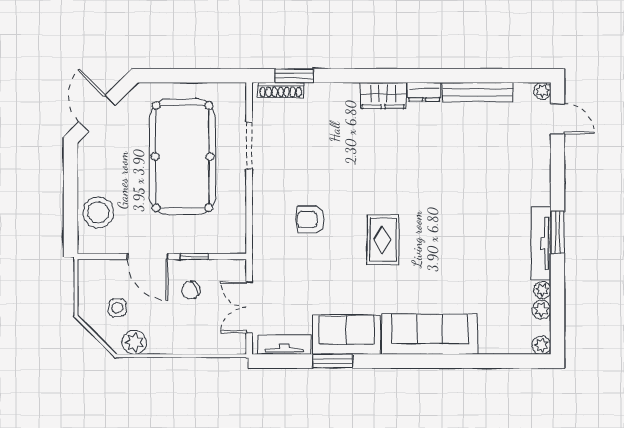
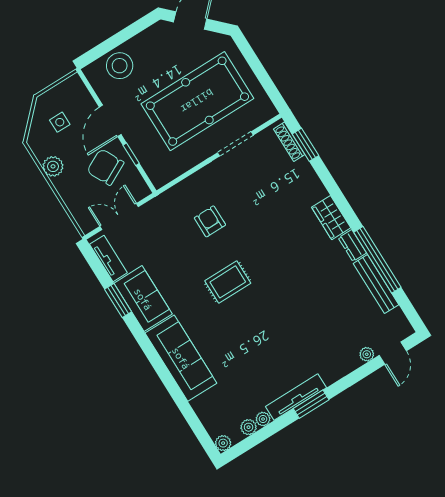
window: (454, 76) -> (377, 260), added
plant: (542, 91) -> (367, 354), moved
chair: (191, 290) -> (105, 167), width x1.87, depth x1.87
plant: (134, 342) -> (53, 166), moved

